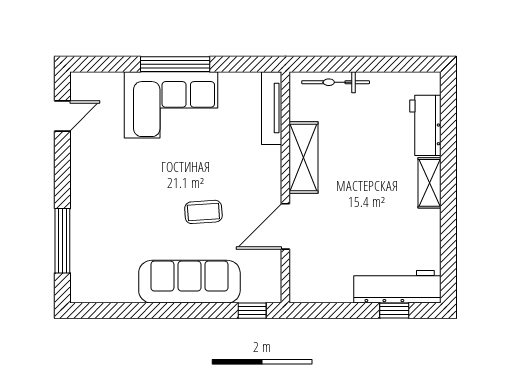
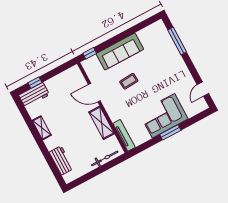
window: (175, 64) -> (170, 132), width x0.69
shelving: (430, 183) -> (42, 128), moved
door: (285, 226) -> (94, 93), swing flipped
workbench: (397, 287) -> (34, 95), width x0.73

